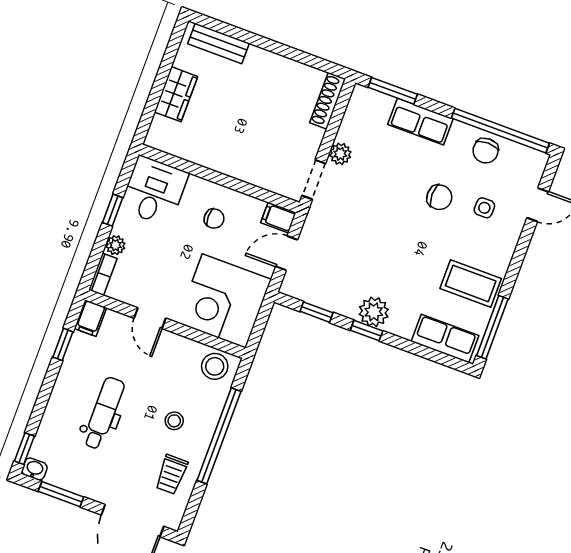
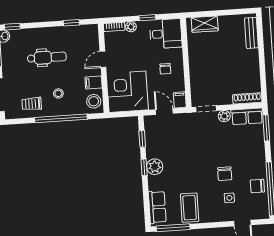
wardrobe: (176, 94) -> (205, 24), moved
row of seats: (420, 122) -> (247, 116), moved, turned -90
filing cabinet: (90, 318) -> (94, 83), moved

